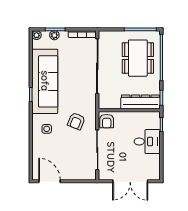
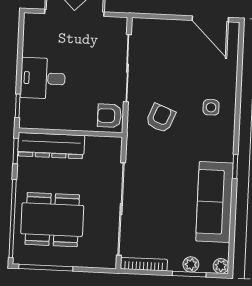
dining table: (138, 58) -> (52, 220), turned 90
sofa: (45, 81) -> (215, 202), width x0.74, depth x0.79
armchair: (107, 121) -> (109, 116), turned -90

